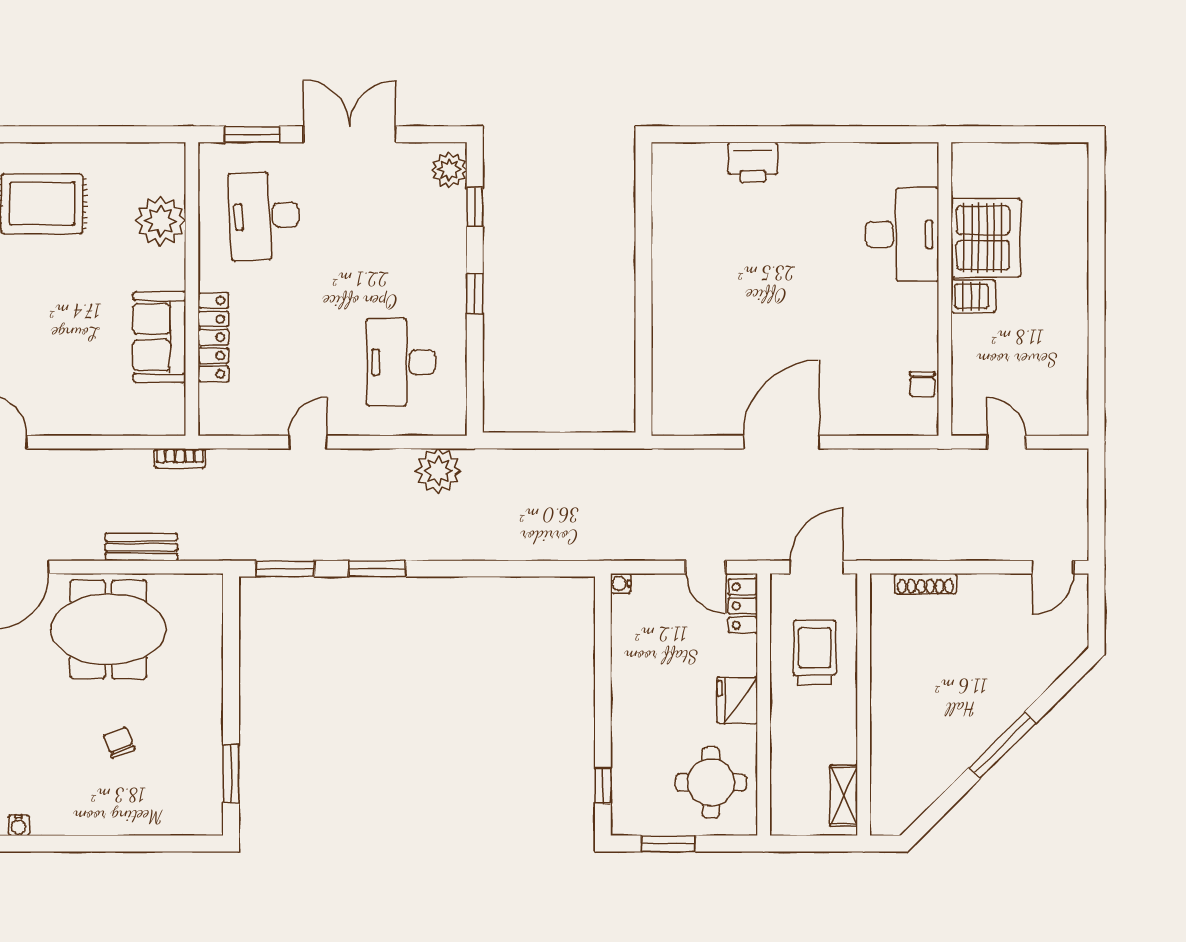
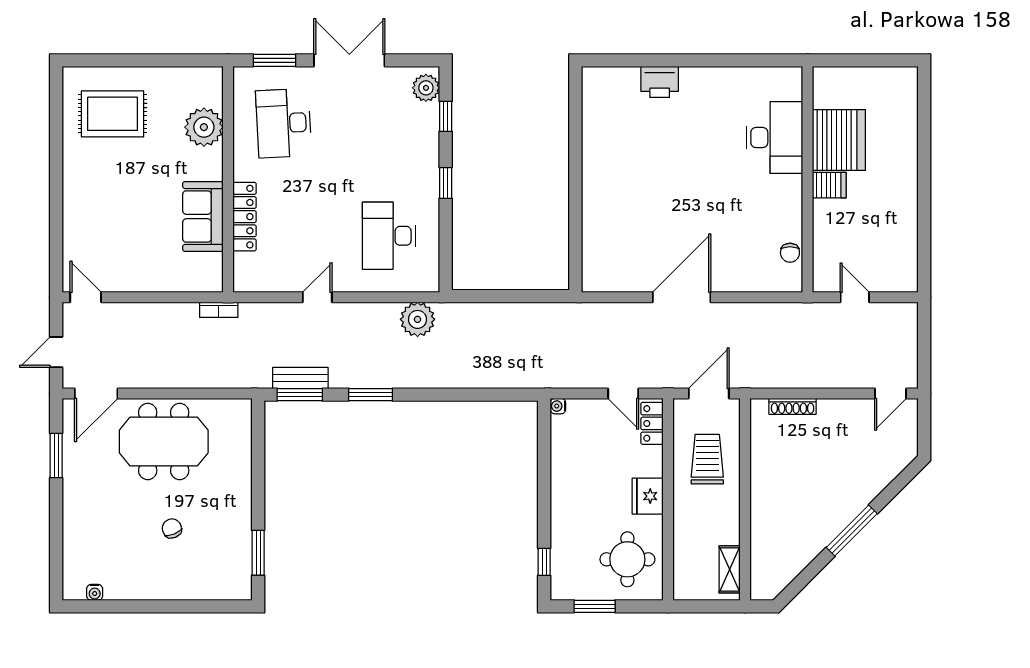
bench: (141, 547) -> (300, 378), moved

